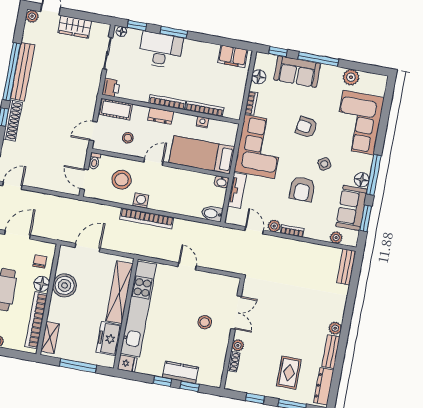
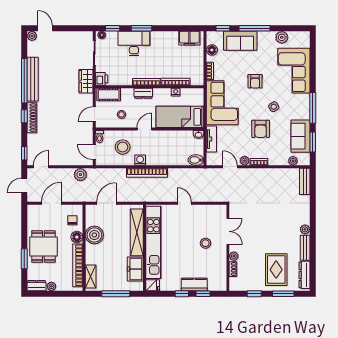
wardrobe: (75, 27) -> (86, 81), moved, turned 90
armchair: (306, 127) -> (255, 81), turned -98
floor lamp: (362, 180) -> (304, 113), removed
plant: (61, 205) -> (80, 175), added
rug: (289, 373) -> (276, 270), width x1.36, depth x1.43

